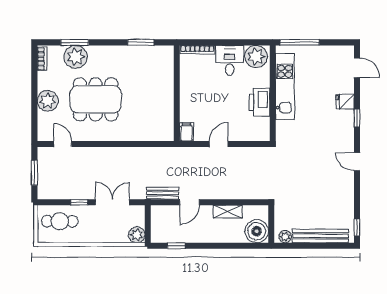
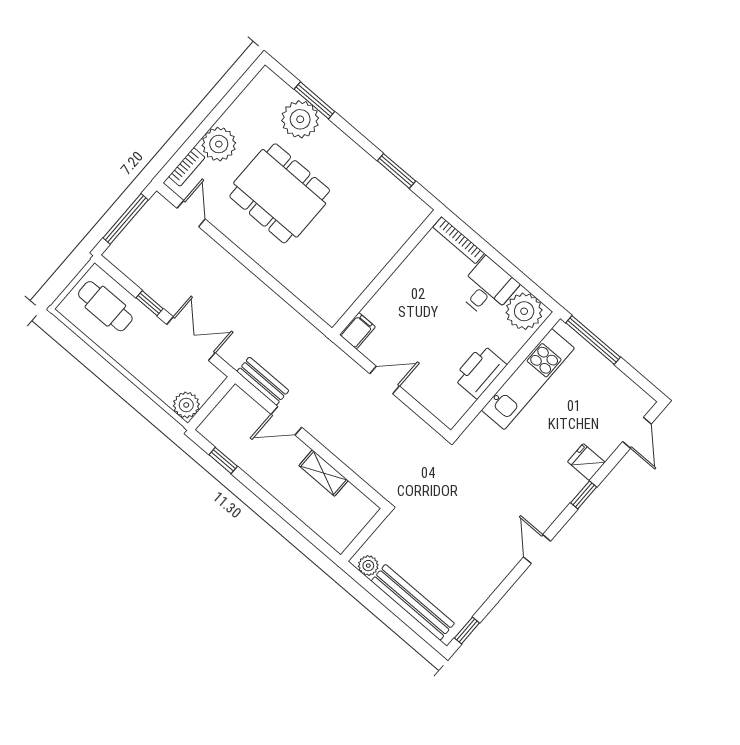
bookcase: (42, 59) -> (187, 167), moved
window: (34, 173) -> (126, 219), width x1.44
boiler: (257, 231) -> (339, 528), removed

